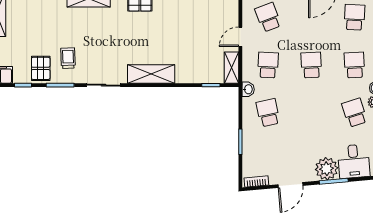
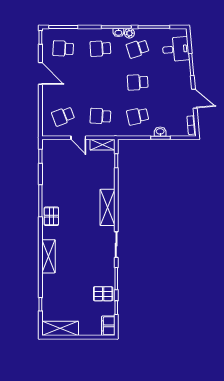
trolley: (68, 58) -> (95, 272), removed
school desk: (311, 65) -> (138, 82), moved
washbasin: (248, 89) -> (160, 132), moved
plant: (327, 169) -> (181, 70), removed

